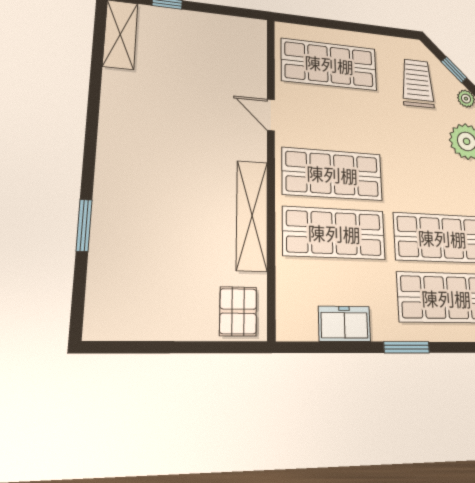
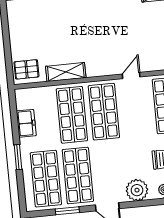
shelving: (252, 215) -> (66, 72), width x0.68

